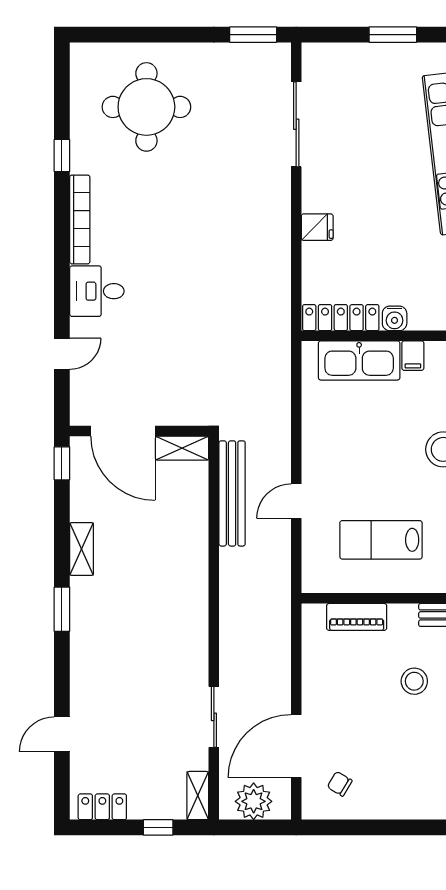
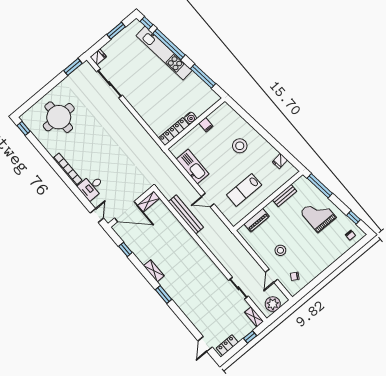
window: (62, 156) -> (24, 128), moved
fridge: (317, 227) -> (98, 57), moved
kitchen sink: (359, 360) -> (193, 167), moved, turned -90
door: (123, 431) -> (126, 212), moved
wall: (139, 431) -> (131, 207), moved
shelving: (182, 448) -> (149, 201), moved
door: (296, 501) -> (208, 200), hinge flipped
stool: (414, 681) -> (280, 250), moved
door: (62, 734) -> (205, 344), moved
door: (296, 746) -> (272, 276), width x0.53

